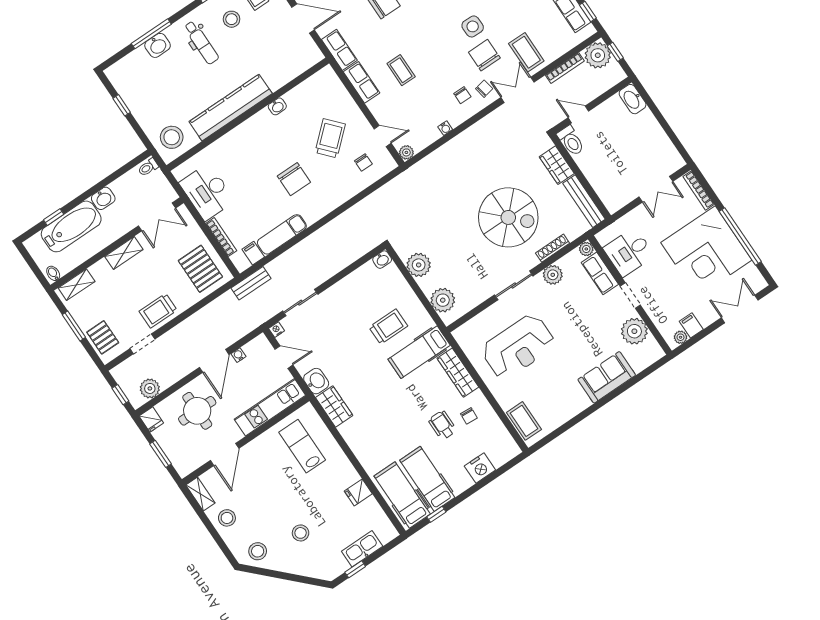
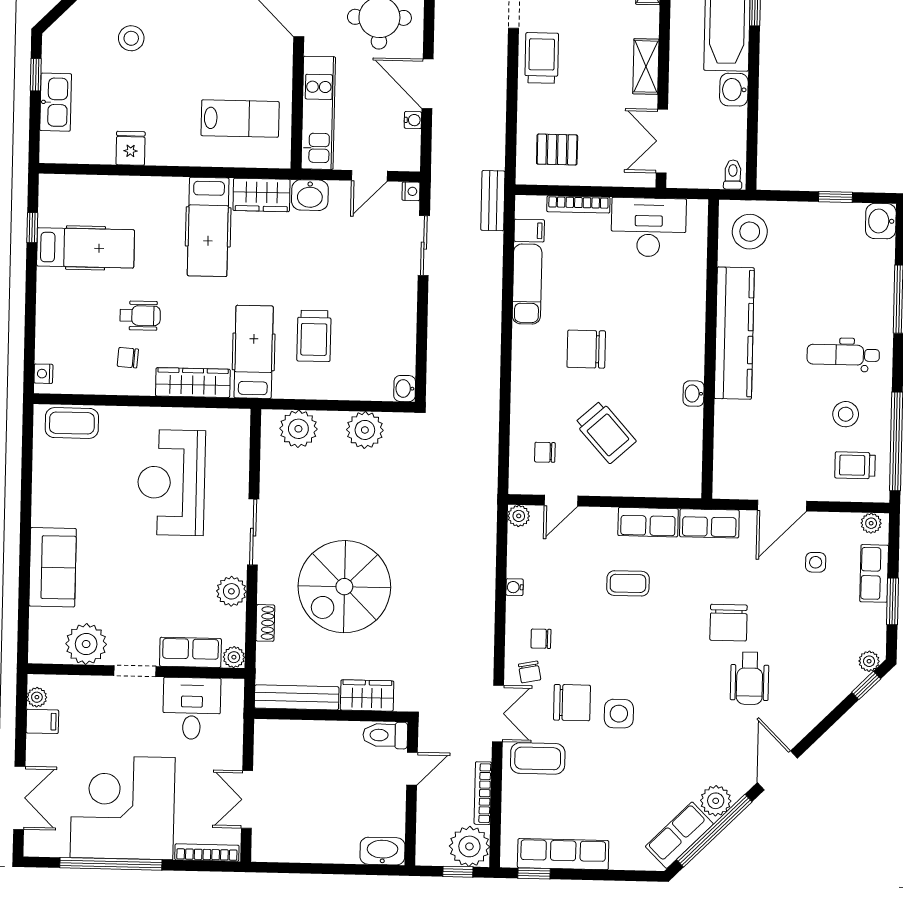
washbasin: (158, 45) -> (881, 221), moved
shoe rack: (553, 248) -> (265, 623), width x0.70
pallet: (200, 269) -> (557, 150), width x0.67, depth x0.71
nightstand: (480, 468) -> (43, 374), moved, width x0.53, depth x0.56
hospital bed: (402, 495) -> (208, 227), moved, turned 90

